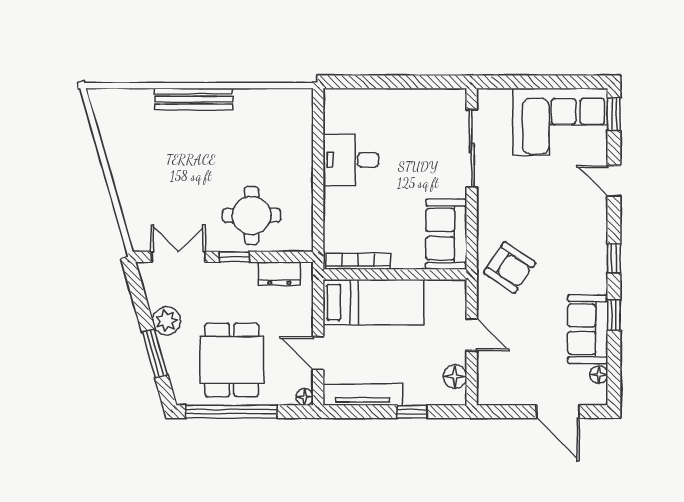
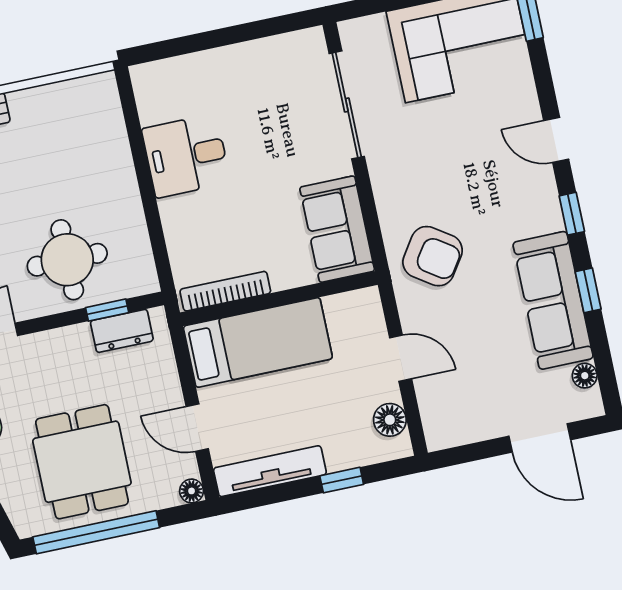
door: (614, 181) -> (556, 140), moved
window: (235, 257) -> (107, 310), moved
sofa: (588, 329) -> (553, 300), width x1.36

